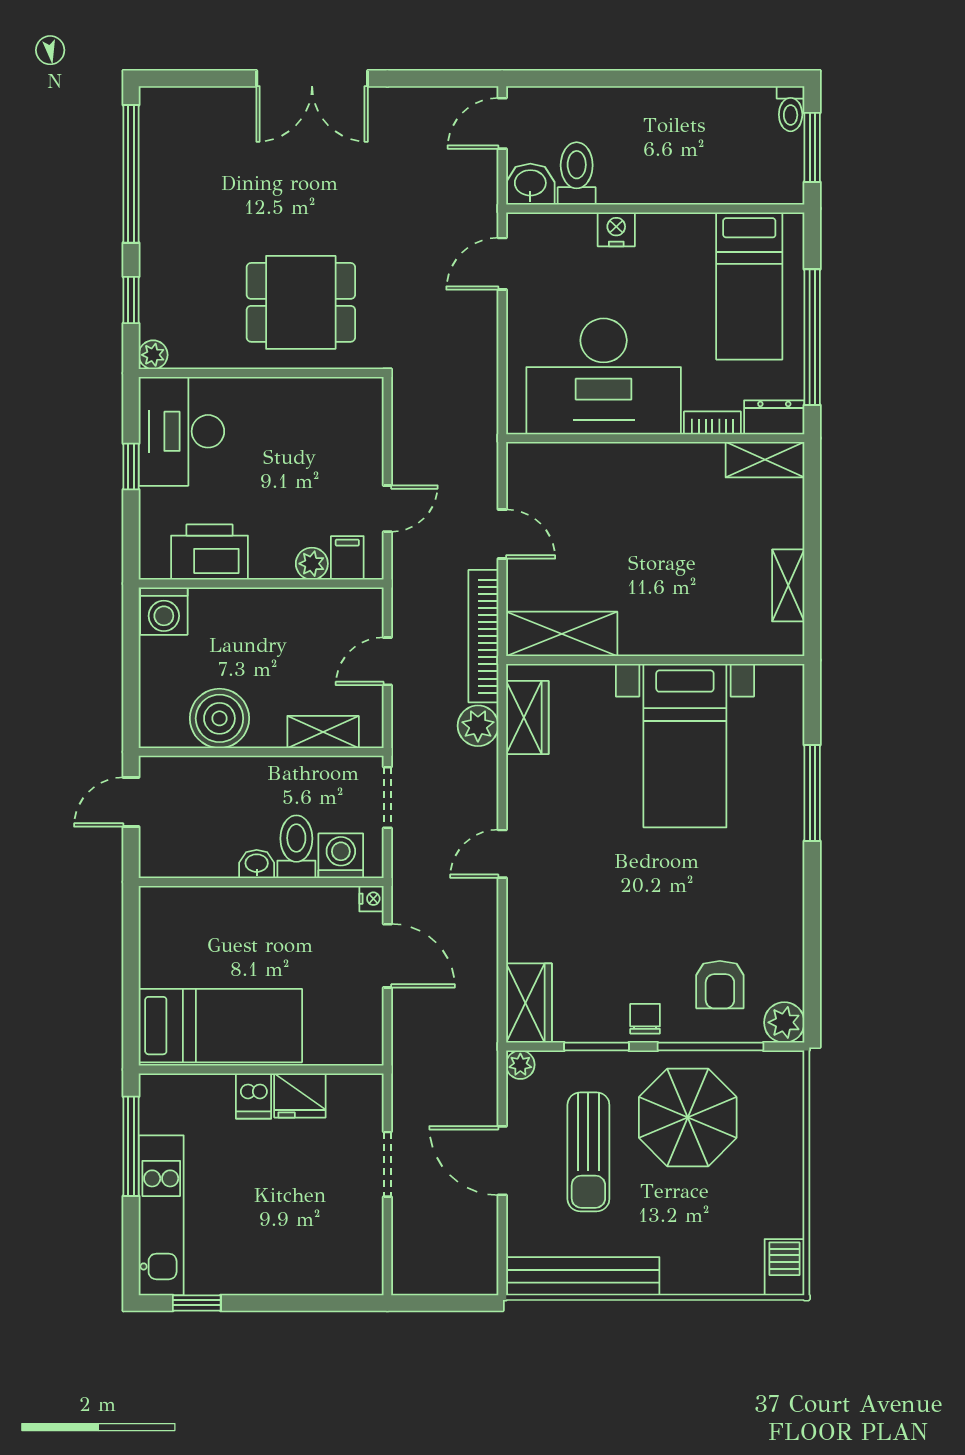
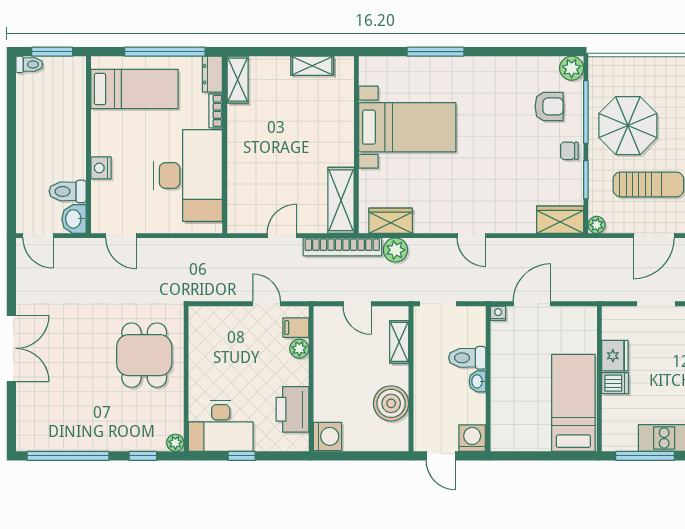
washing machine: (341, 856) -> (472, 438), moved, turned 90

